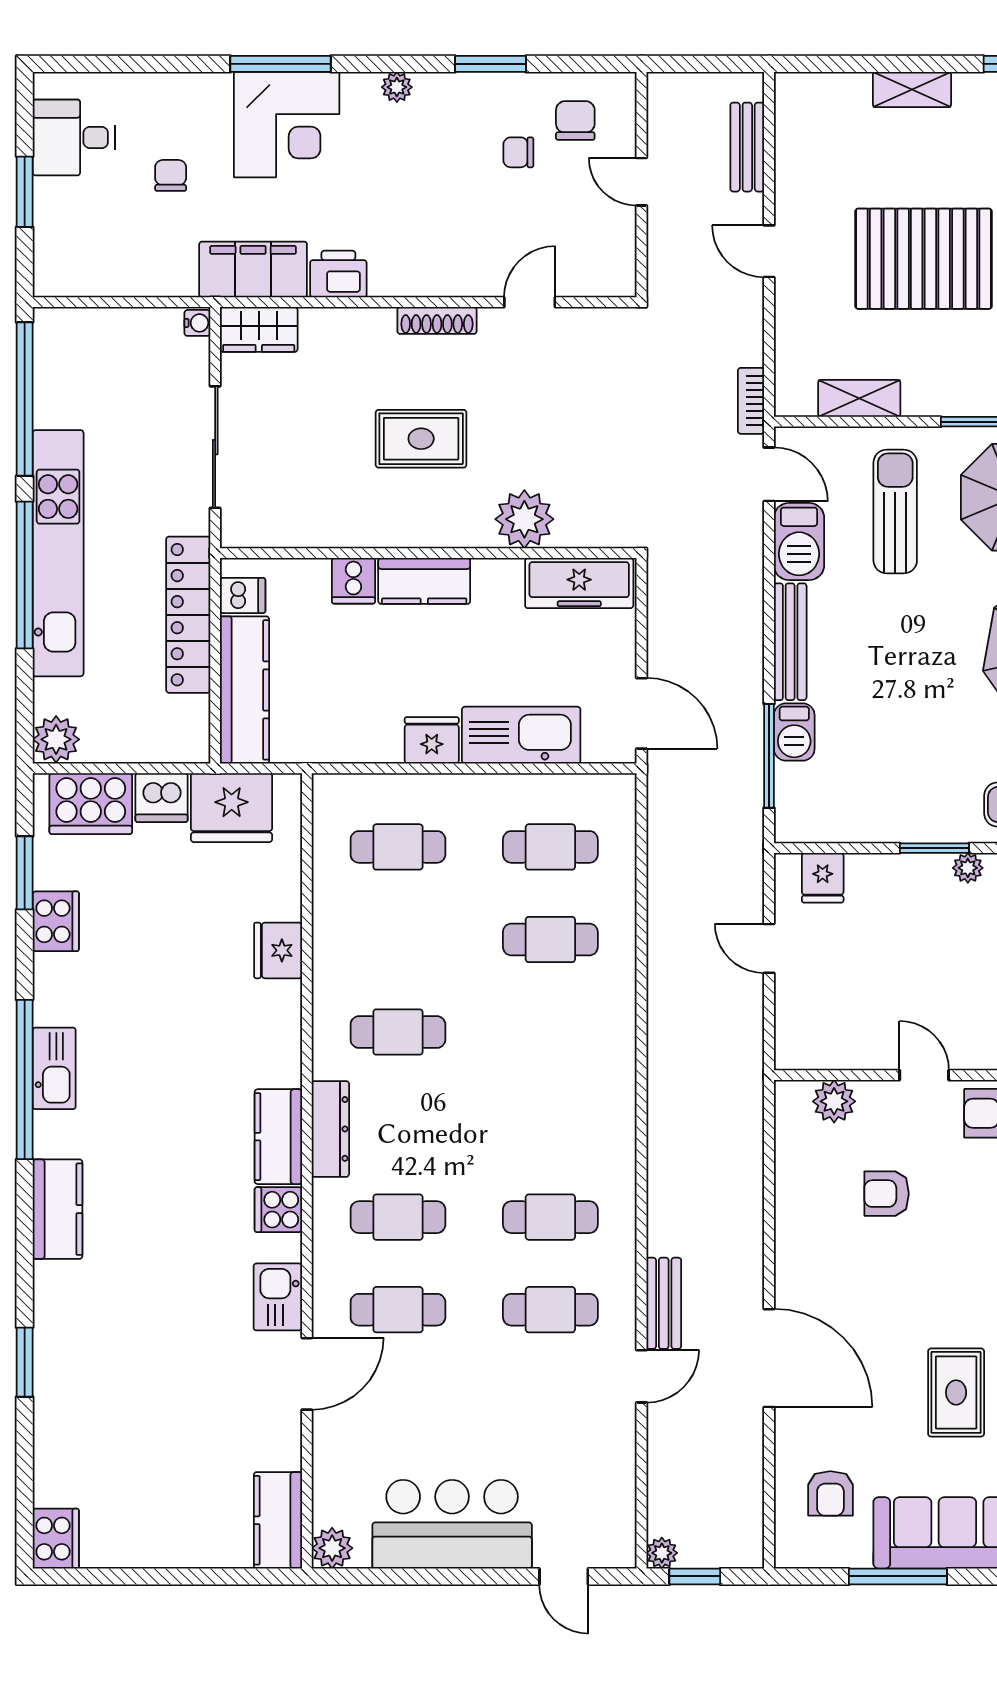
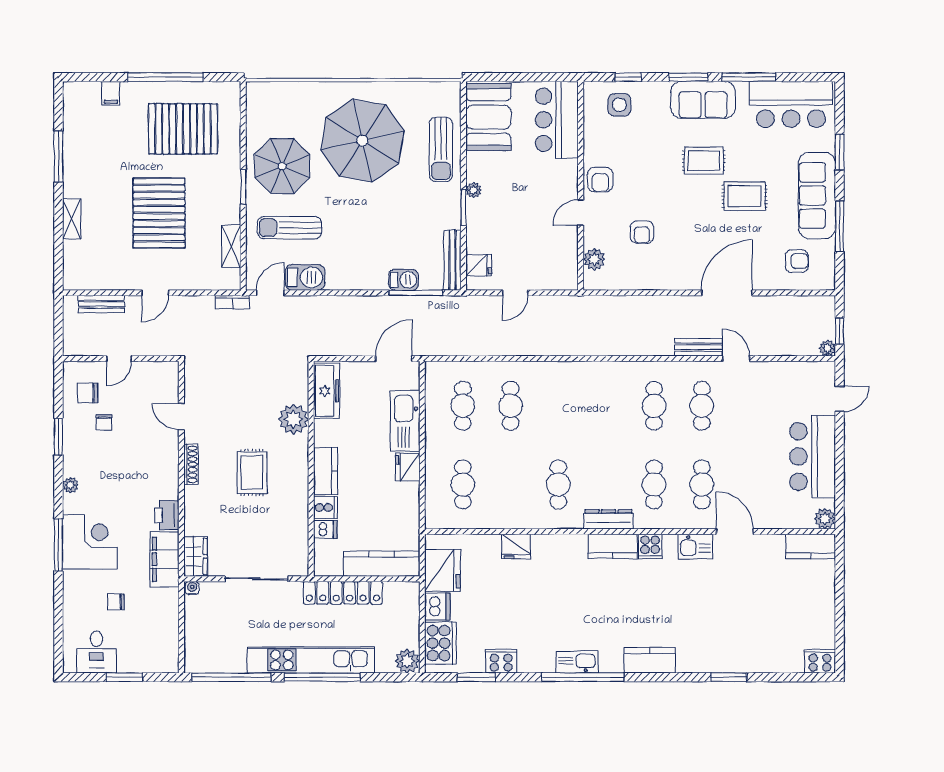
dishwasher: (243, 595) -> (325, 529), moved, turned 90
bench: (790, 642) -> (452, 260), moved, turned 90

